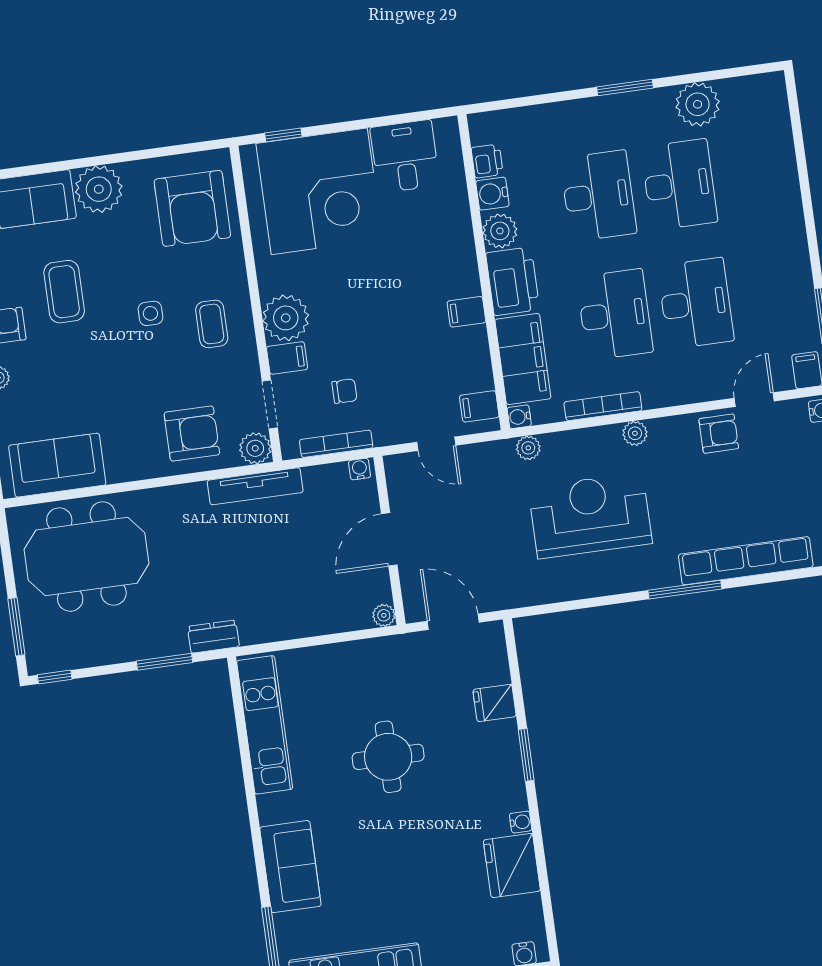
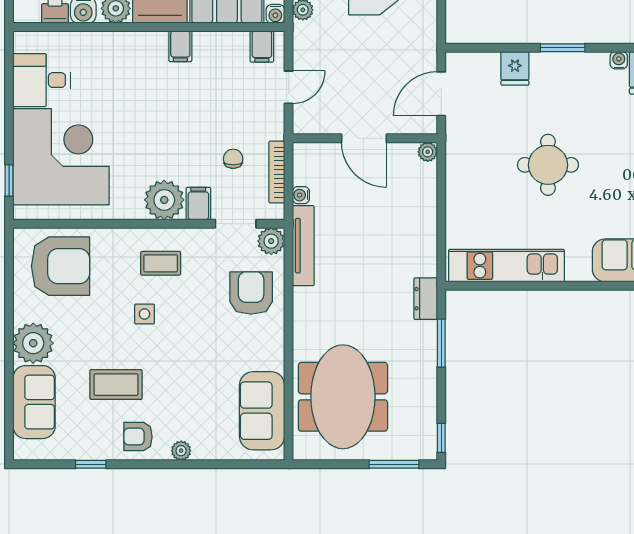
water cooler: (360, 469) -> (301, 195), moved

